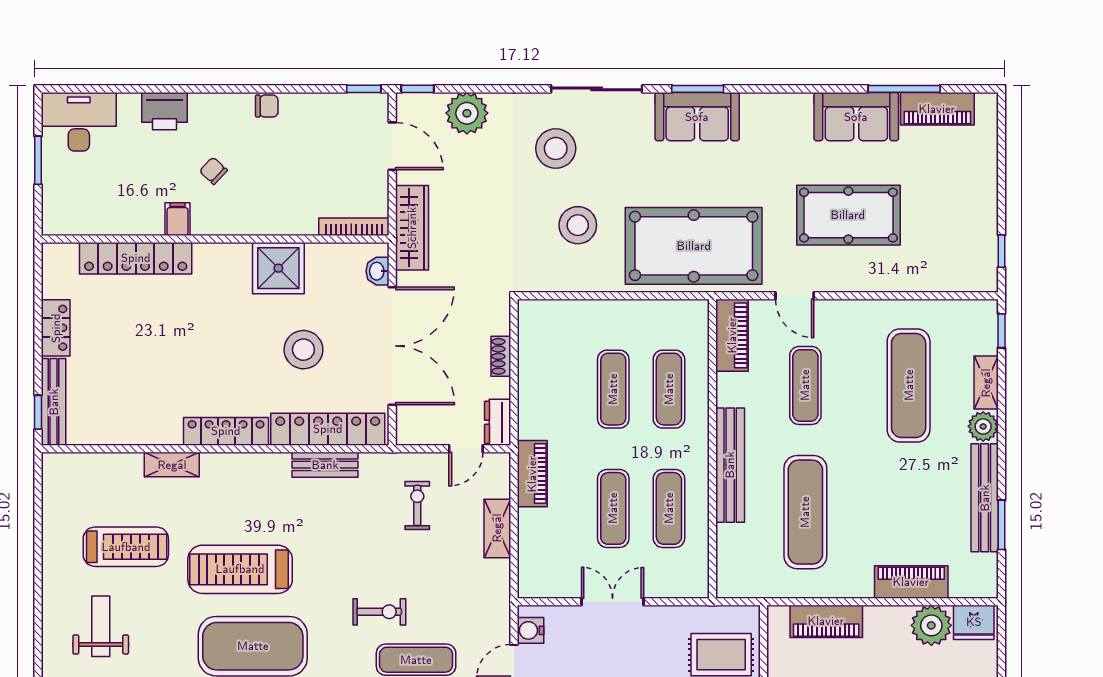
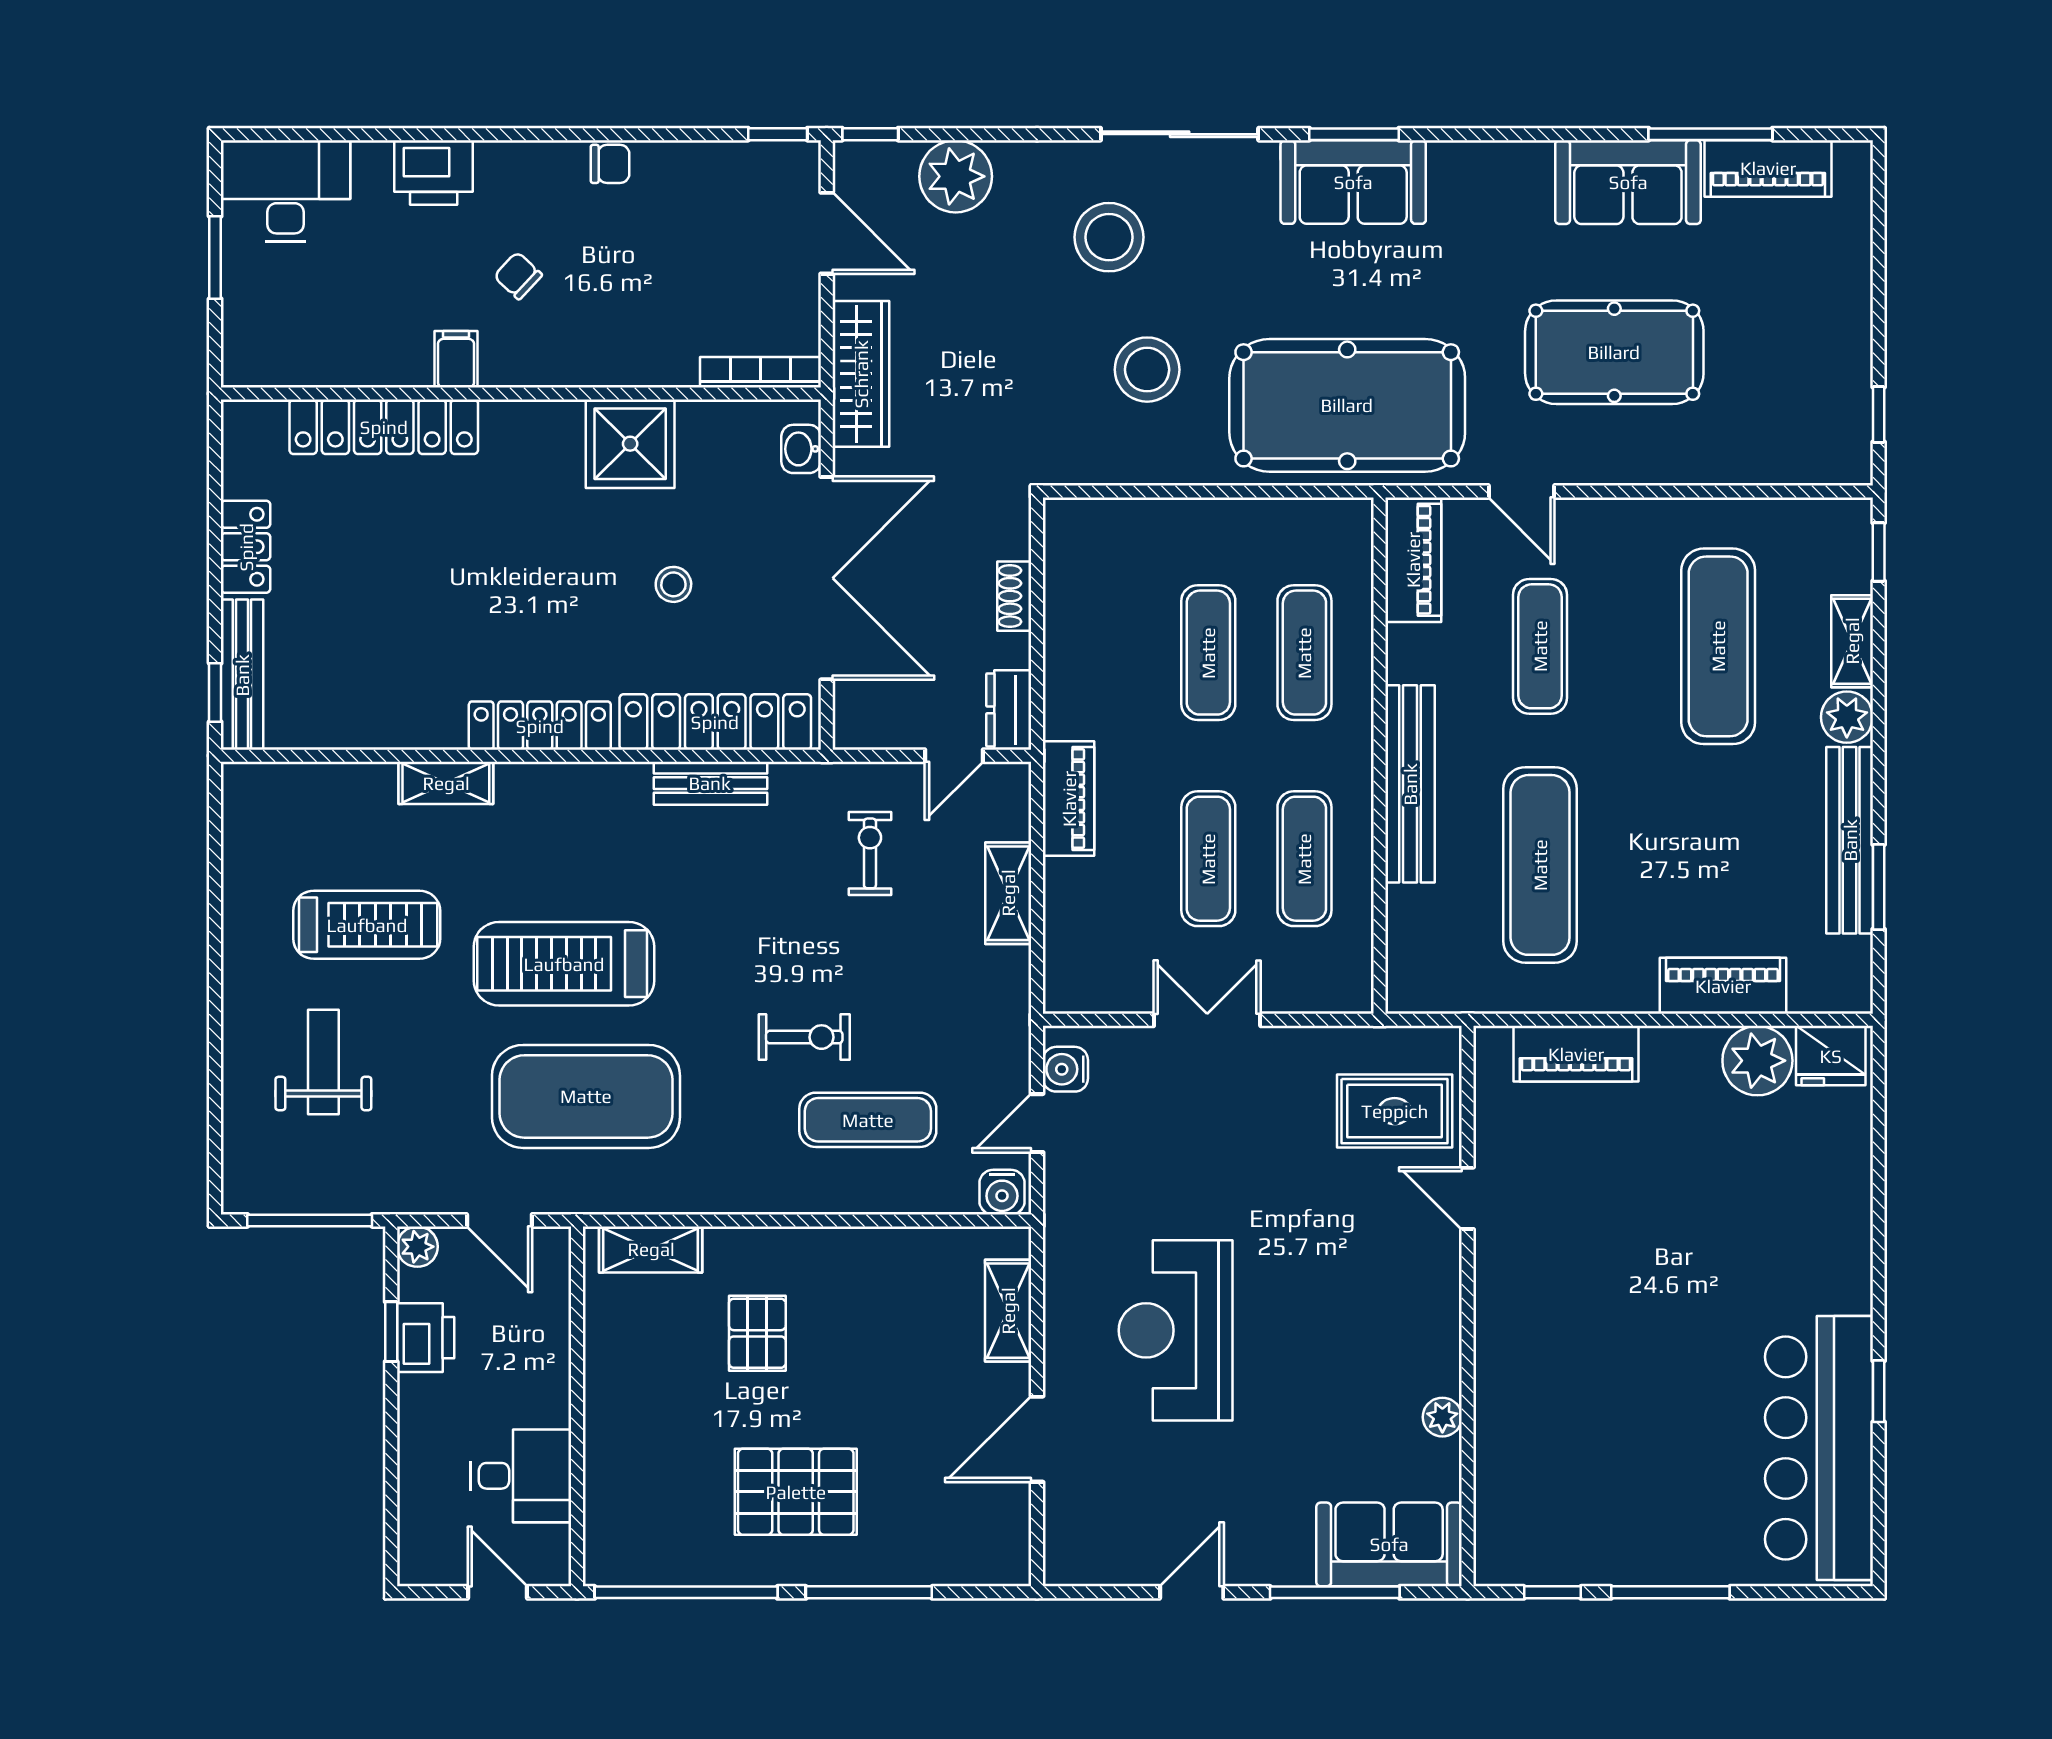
stool: (303, 350) -> (673, 584), width x0.53, depth x0.53

